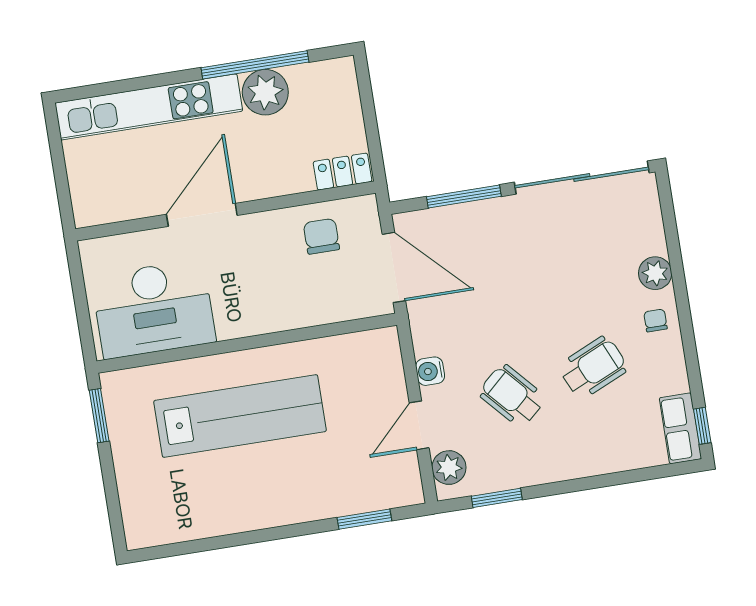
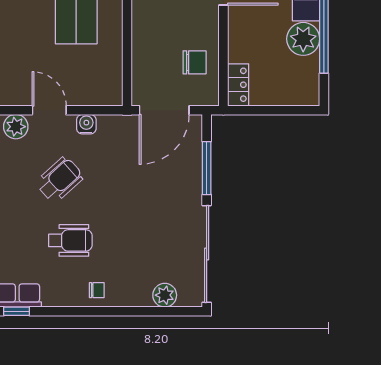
plant: (655, 273) -> (165, 295), moved
wheelchair: (593, 368) -> (70, 240), turned -66

